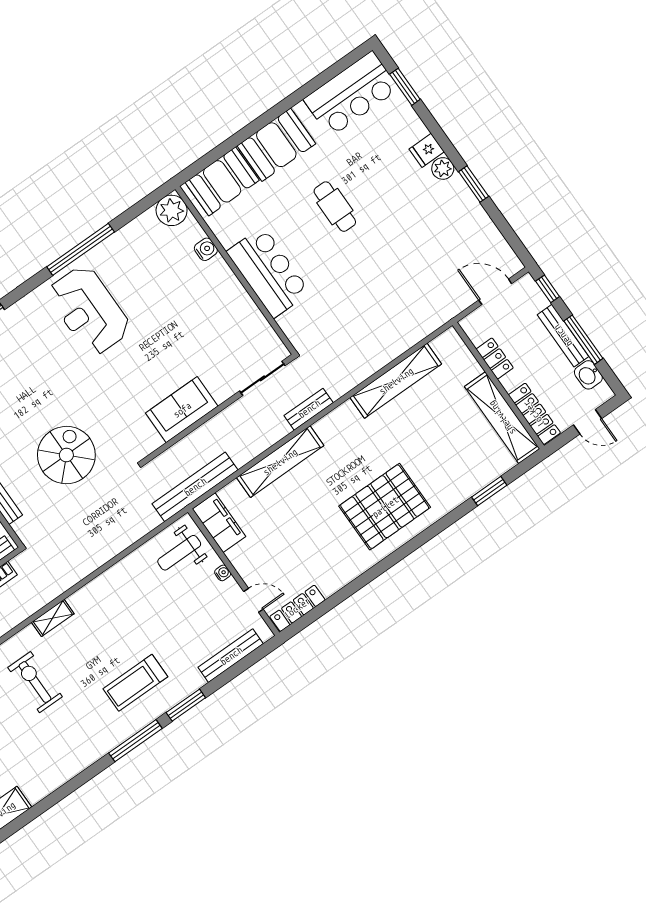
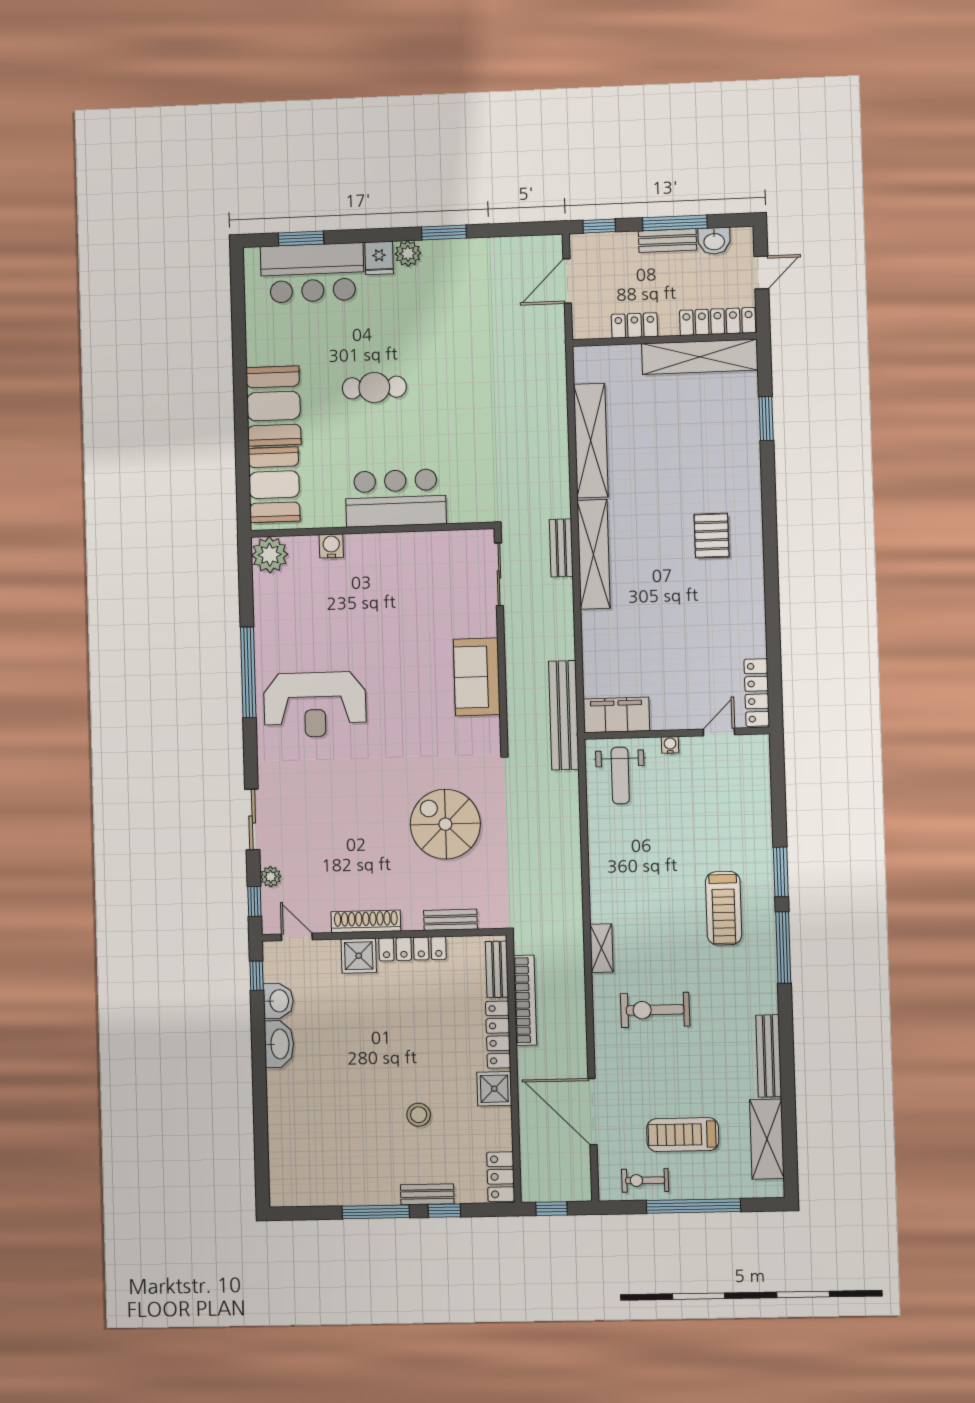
bar counter: (351, 94) -> (312, 273), moved, turned 90
bench: (563, 336) -> (667, 240), width x0.73
shelving: (280, 462) -> (594, 554), moved
pallet: (385, 507) -> (712, 536), width x0.49, depth x0.50
bench: (231, 656) -> (769, 1056), moved

